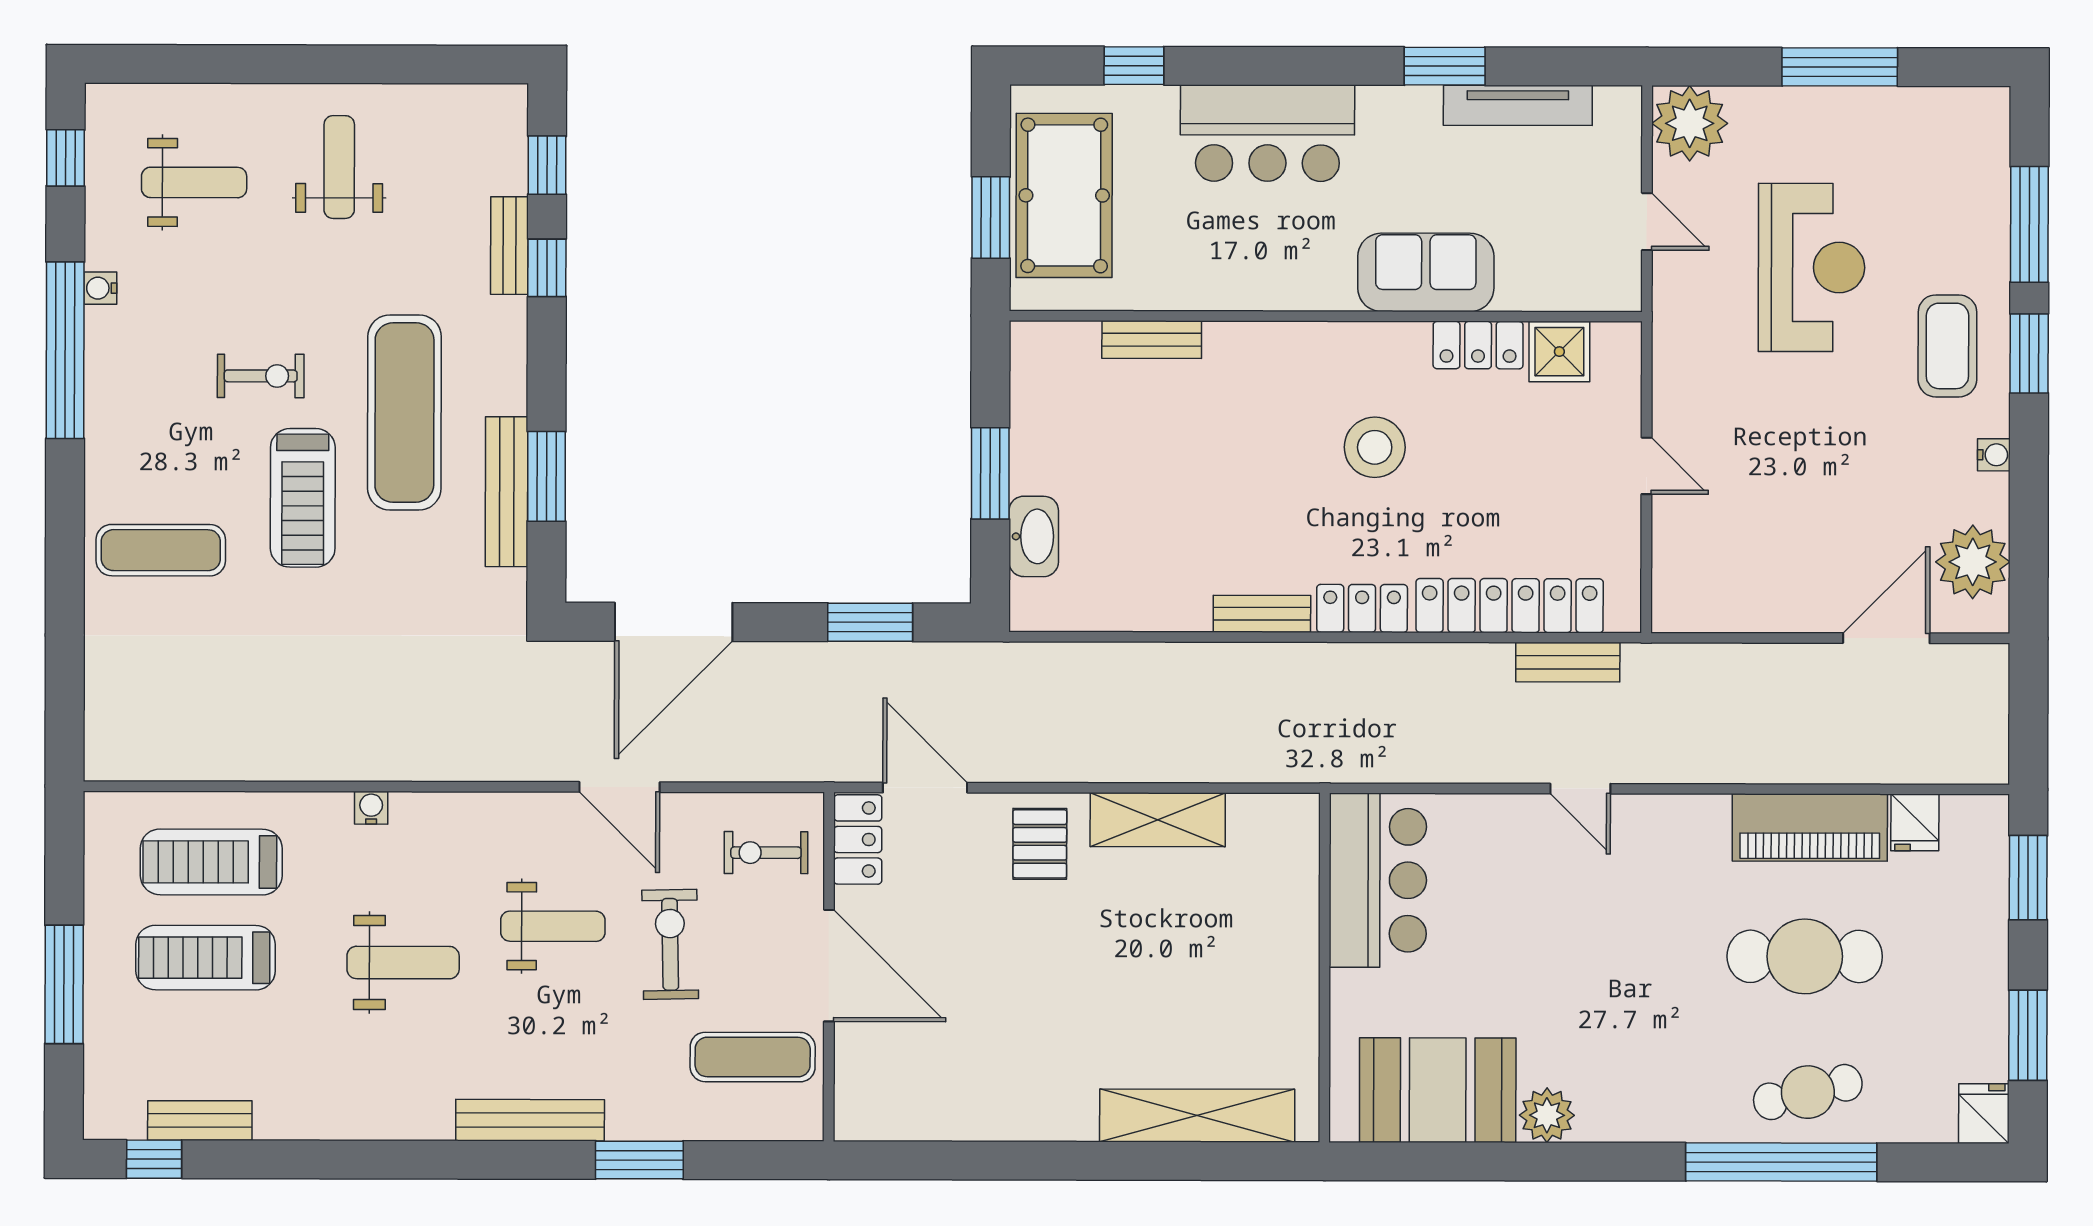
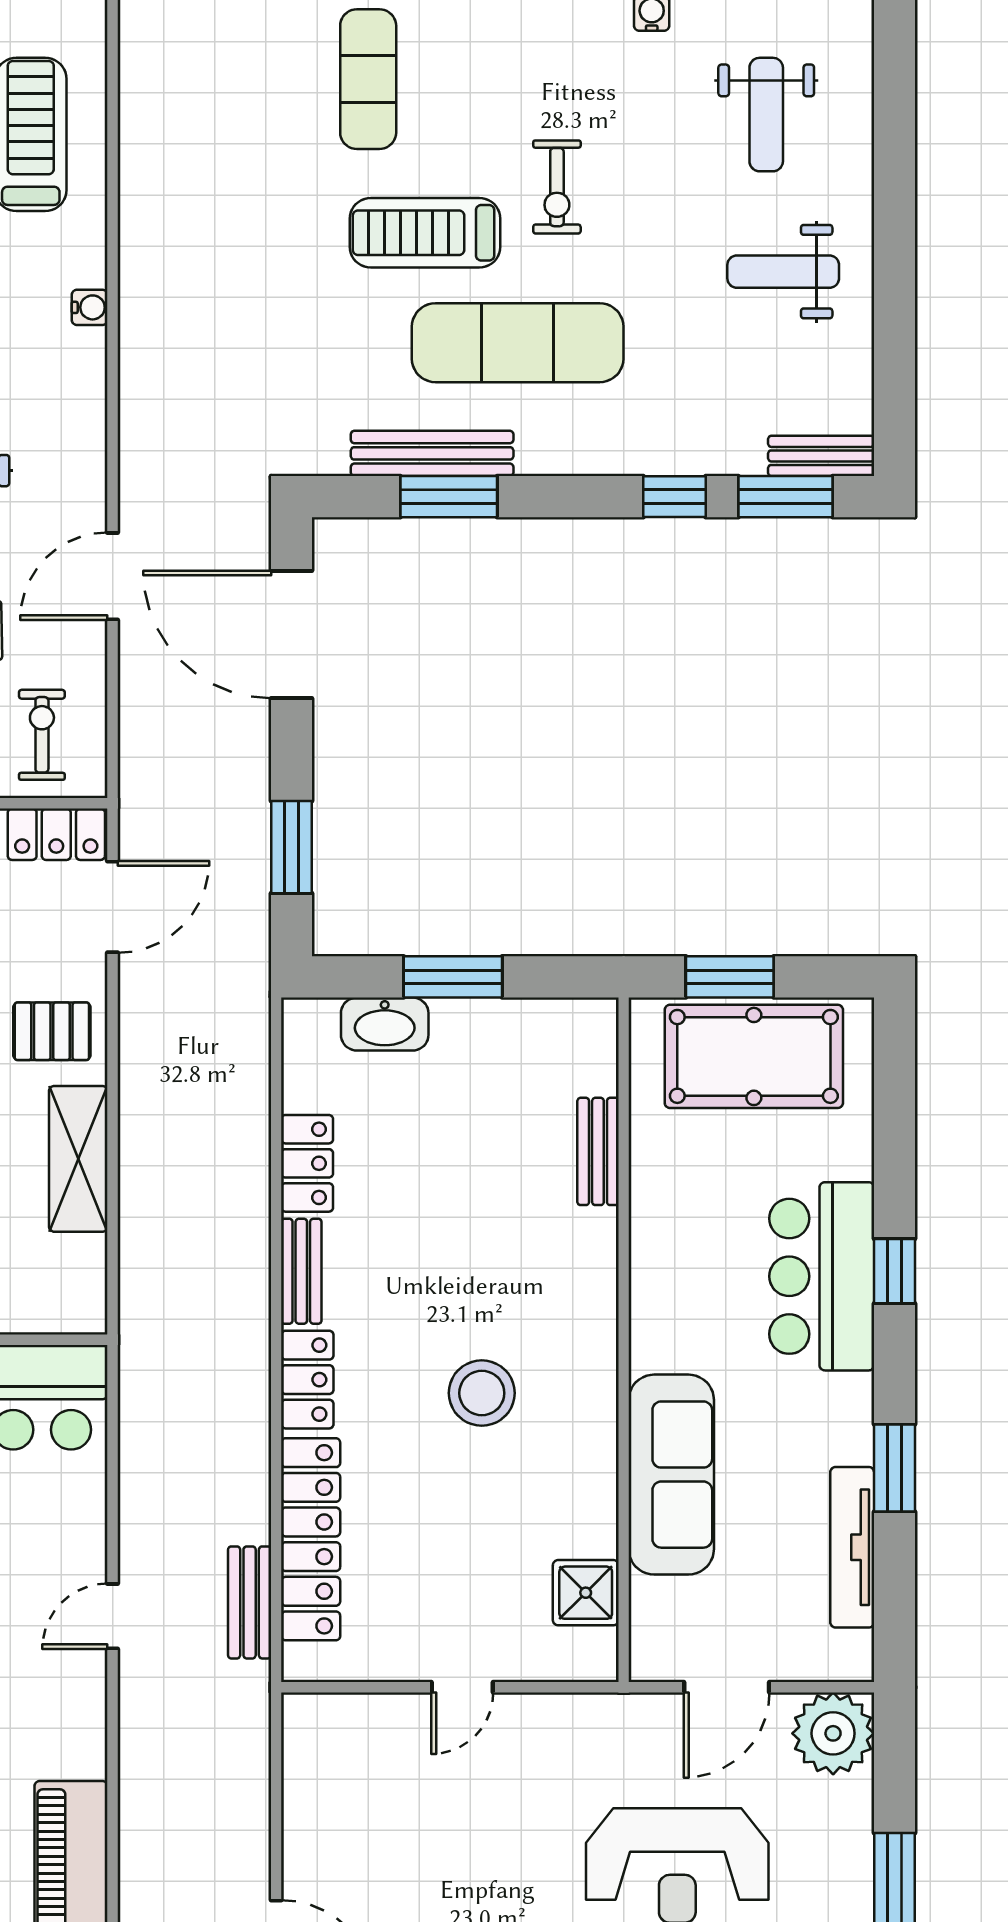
window: (1134, 66) -> (894, 1271), moved
window: (547, 165) -> (786, 497), width x1.50
weight bench: (339, 167) -> (783, 272), turned 180
door: (1647, 222) -> (727, 1687), width x1.38
bench: (509, 246) -> (821, 456), moved
sofa: (1426, 272) -> (671, 1475), width x1.36
locker: (1478, 345) -> (307, 1163), moved, turned 180

